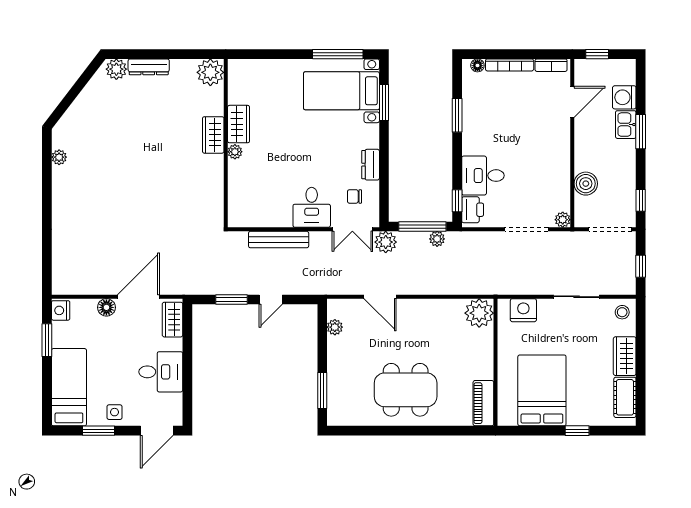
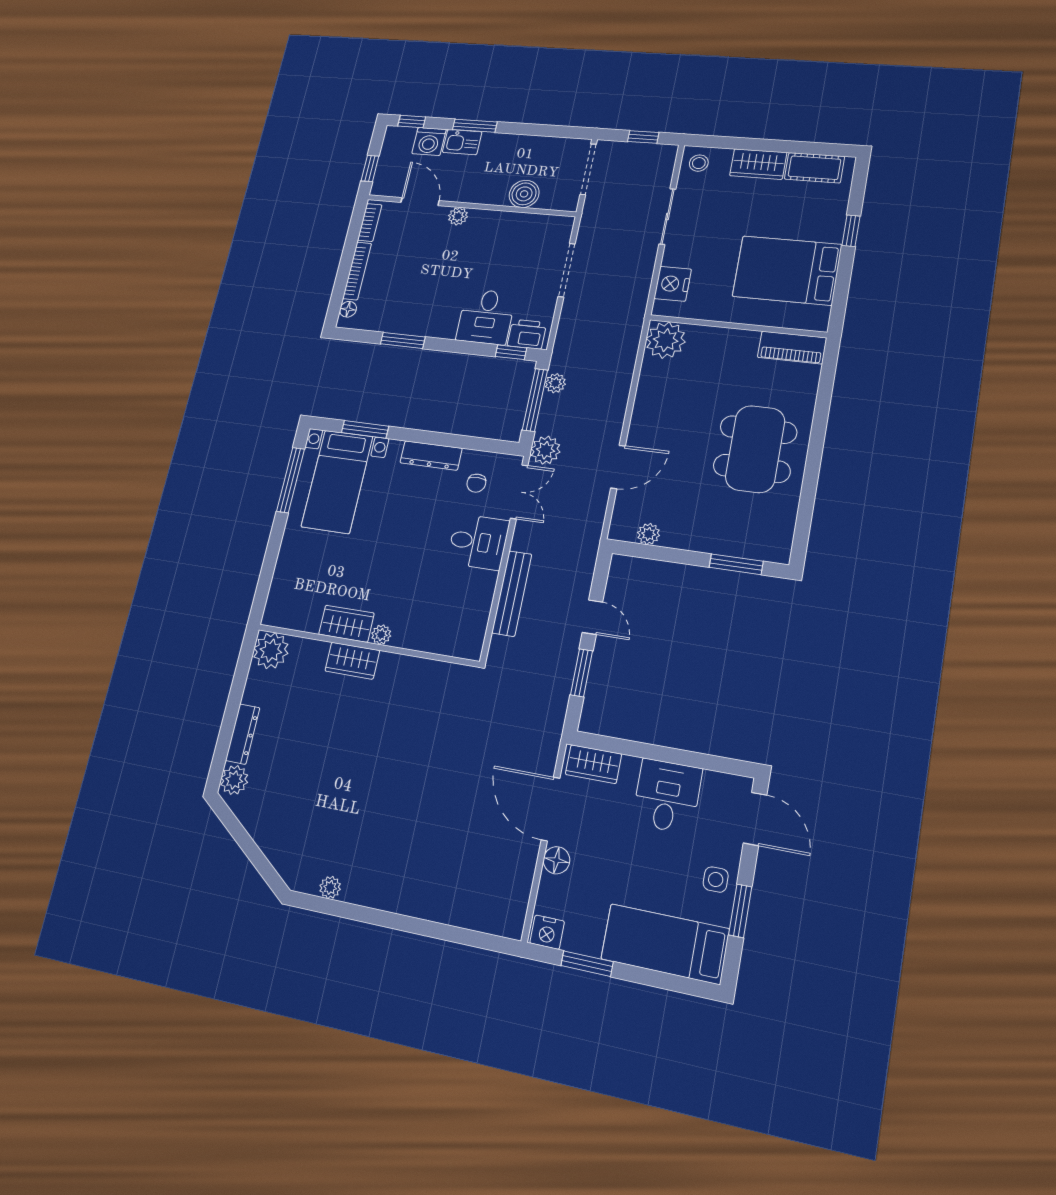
dresser: (371, 165) -> (431, 455), width x1.44
window: (641, 200) -> (412, 122), moved
plant: (563, 220) -> (458, 216), moved

